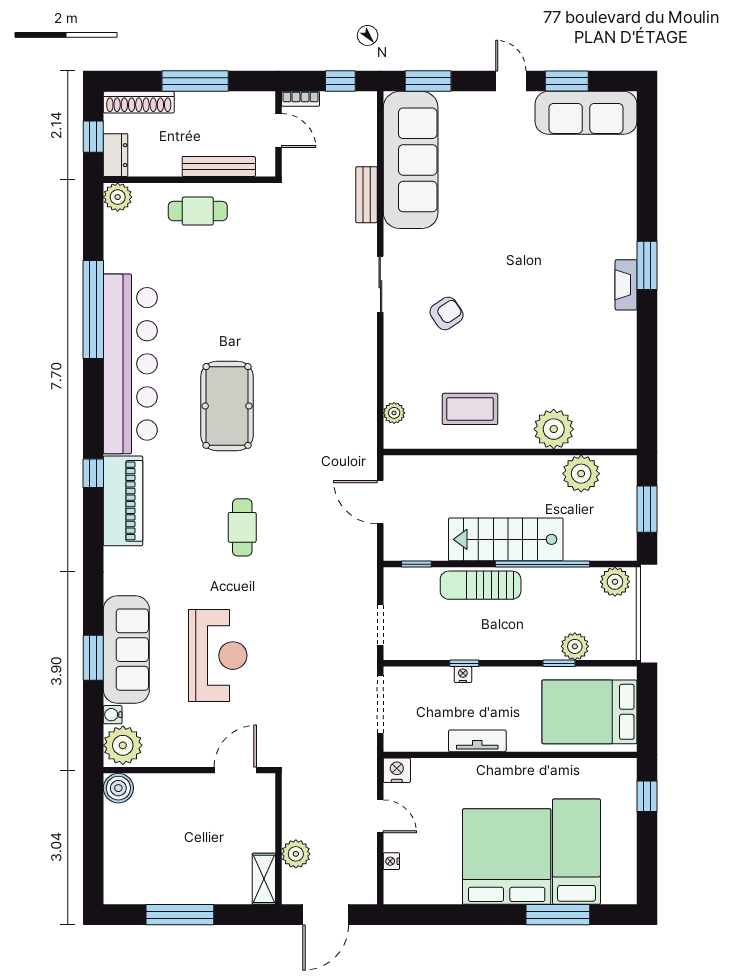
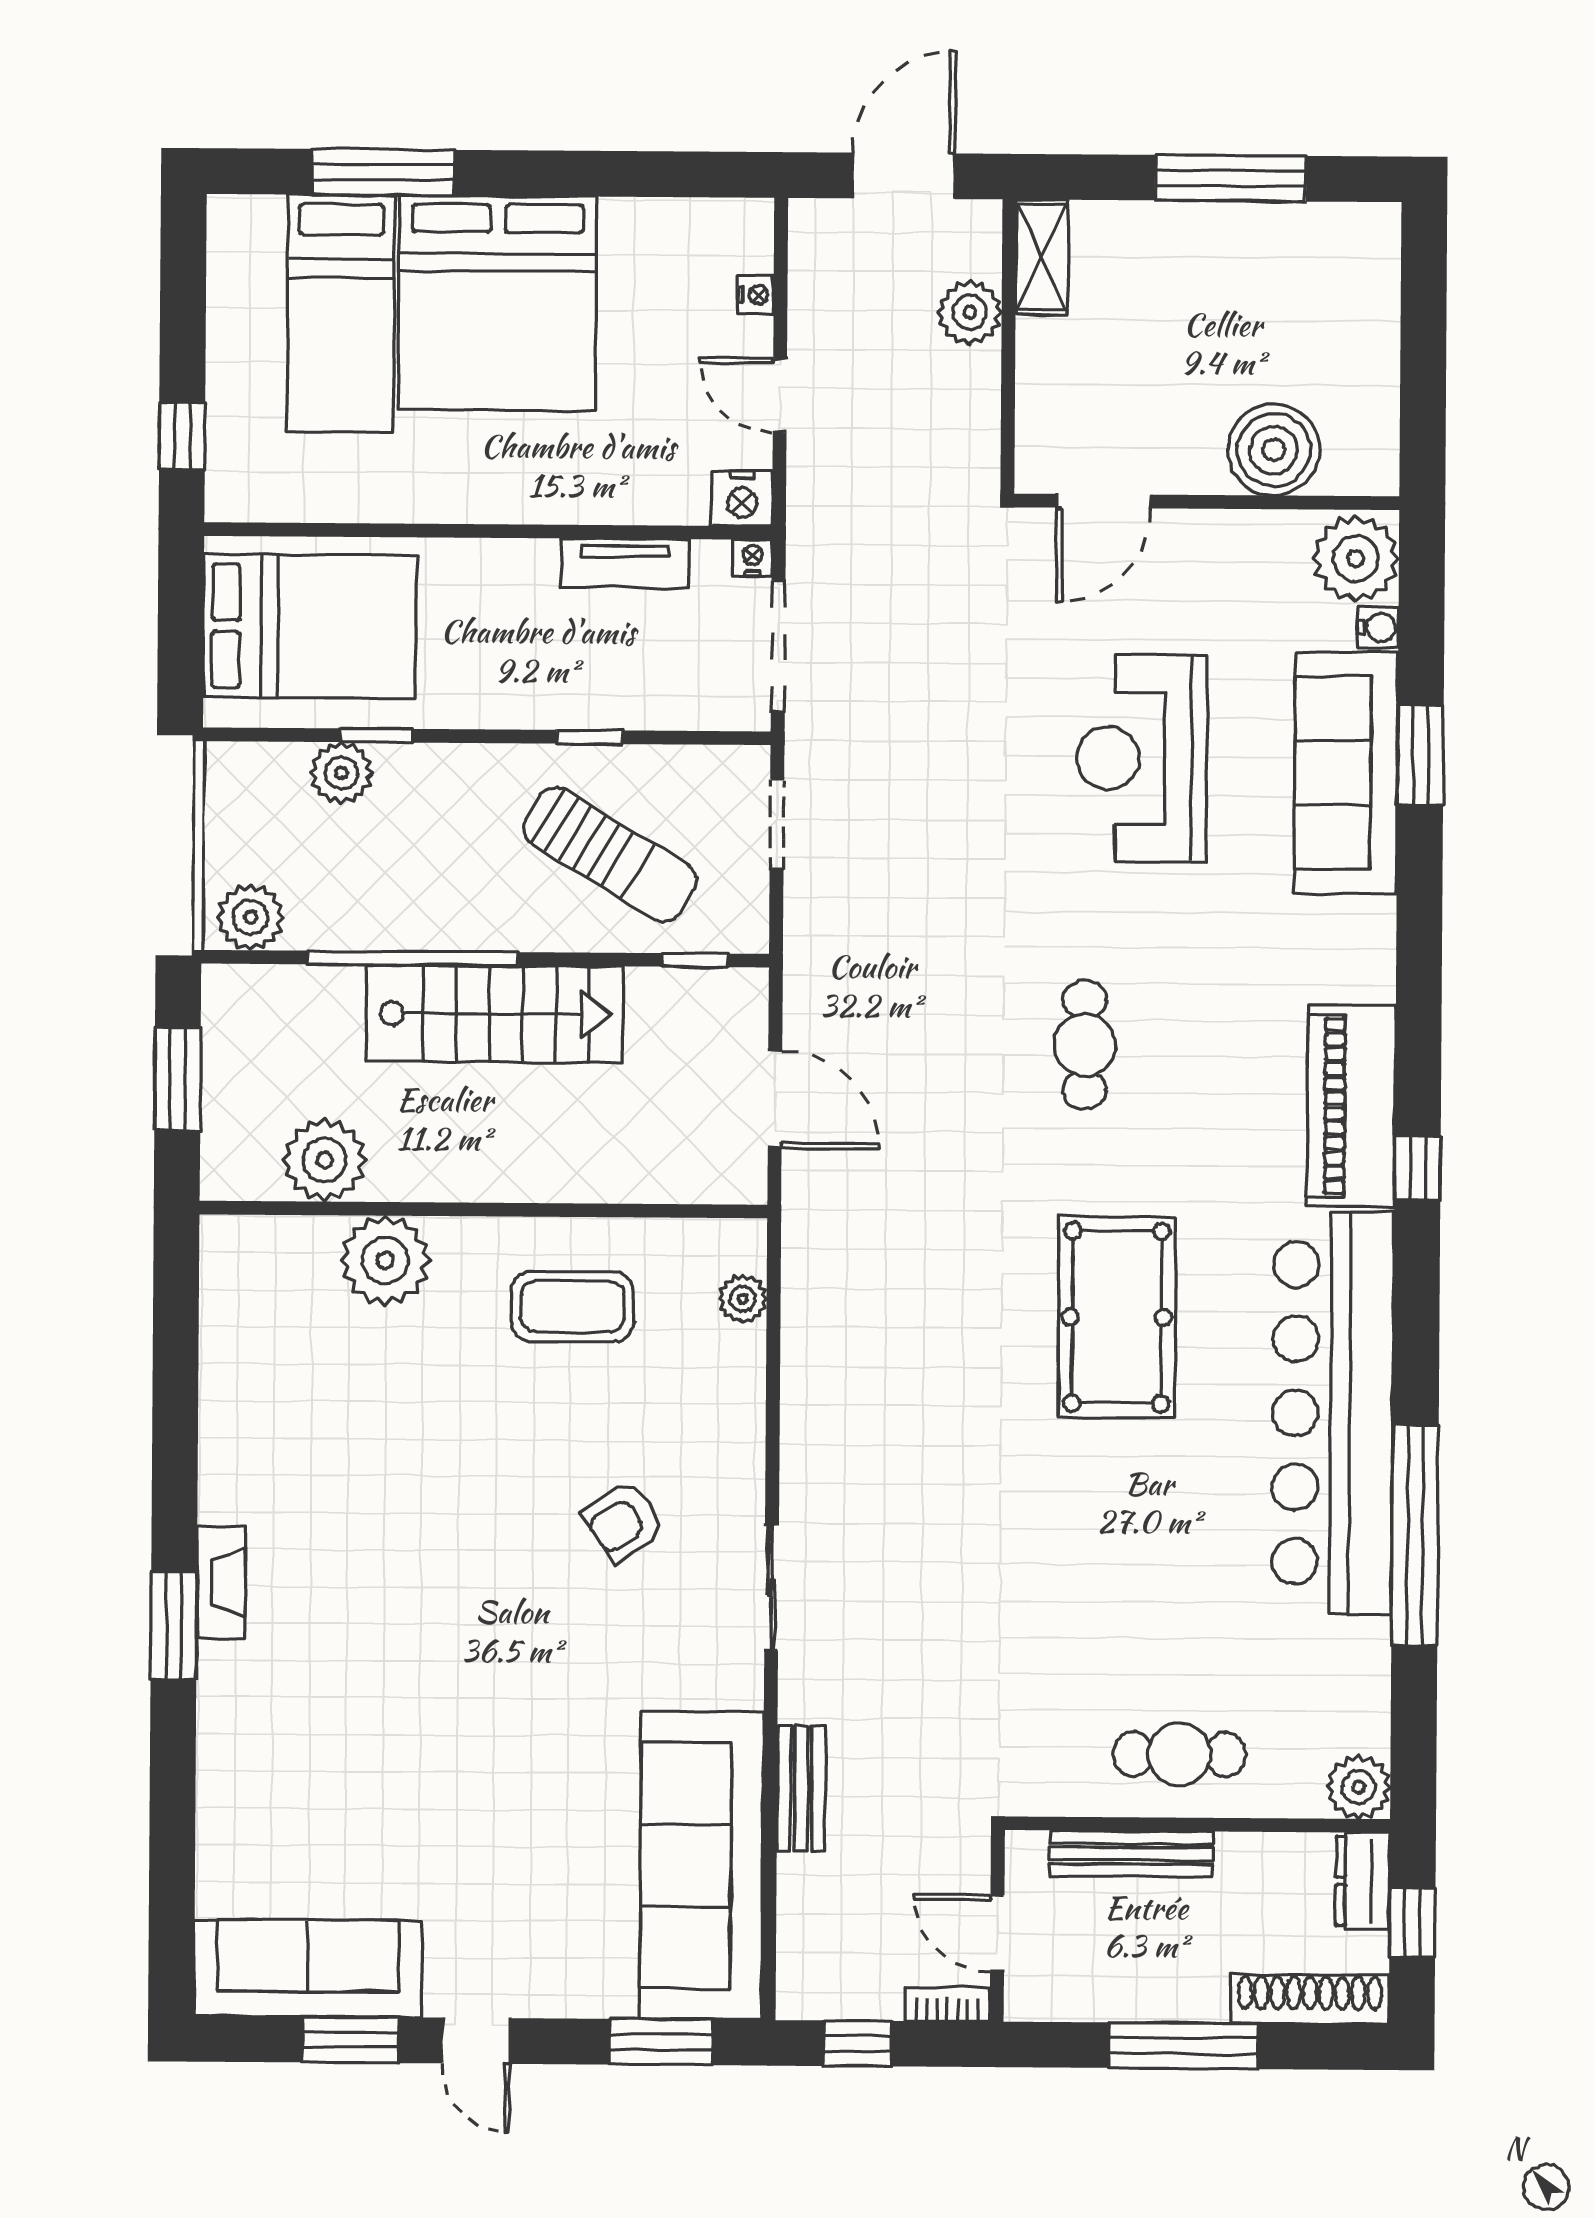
sun lounger: (481, 585) -> (610, 855), moved, turned 31
nightstand: (463, 674) -> (753, 558), moved, turned 180
tv unit: (477, 741) -> (625, 563), moved
boiler: (118, 788) -> (1274, 450), moved, width x1.37, depth x1.37

